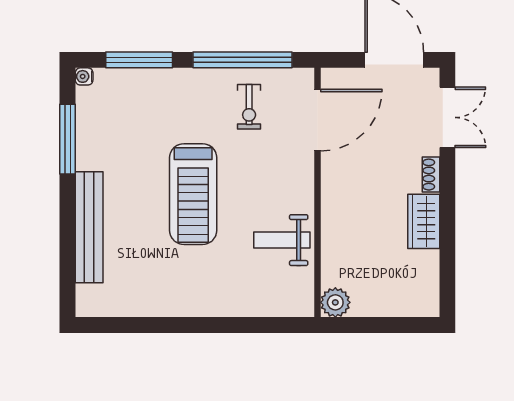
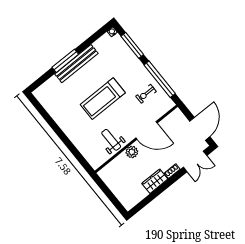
door: (317, 120) -> (146, 130), moved
window: (67, 139) -> (65, 61), moved
bench: (89, 227) -> (76, 64), moved
plant: (335, 302) -> (132, 152), moved

